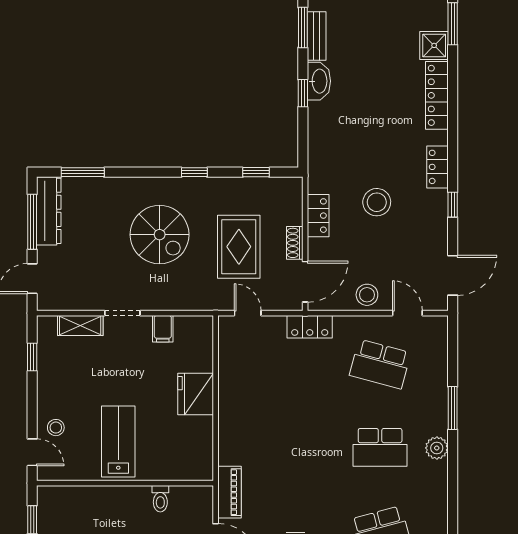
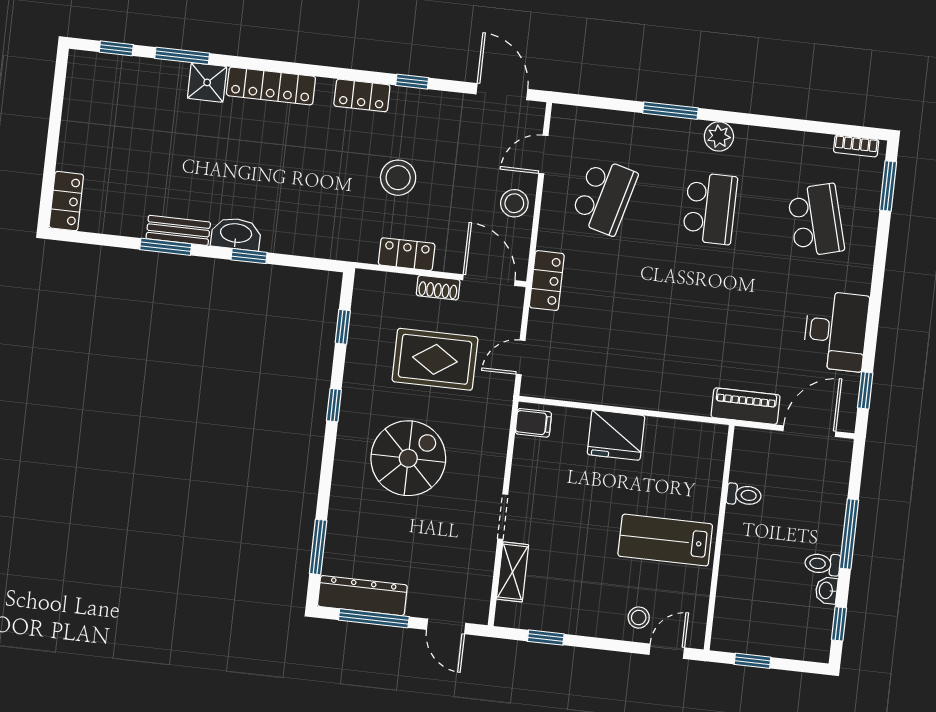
filing cabinet: (163, 329) -> (533, 423), moved

